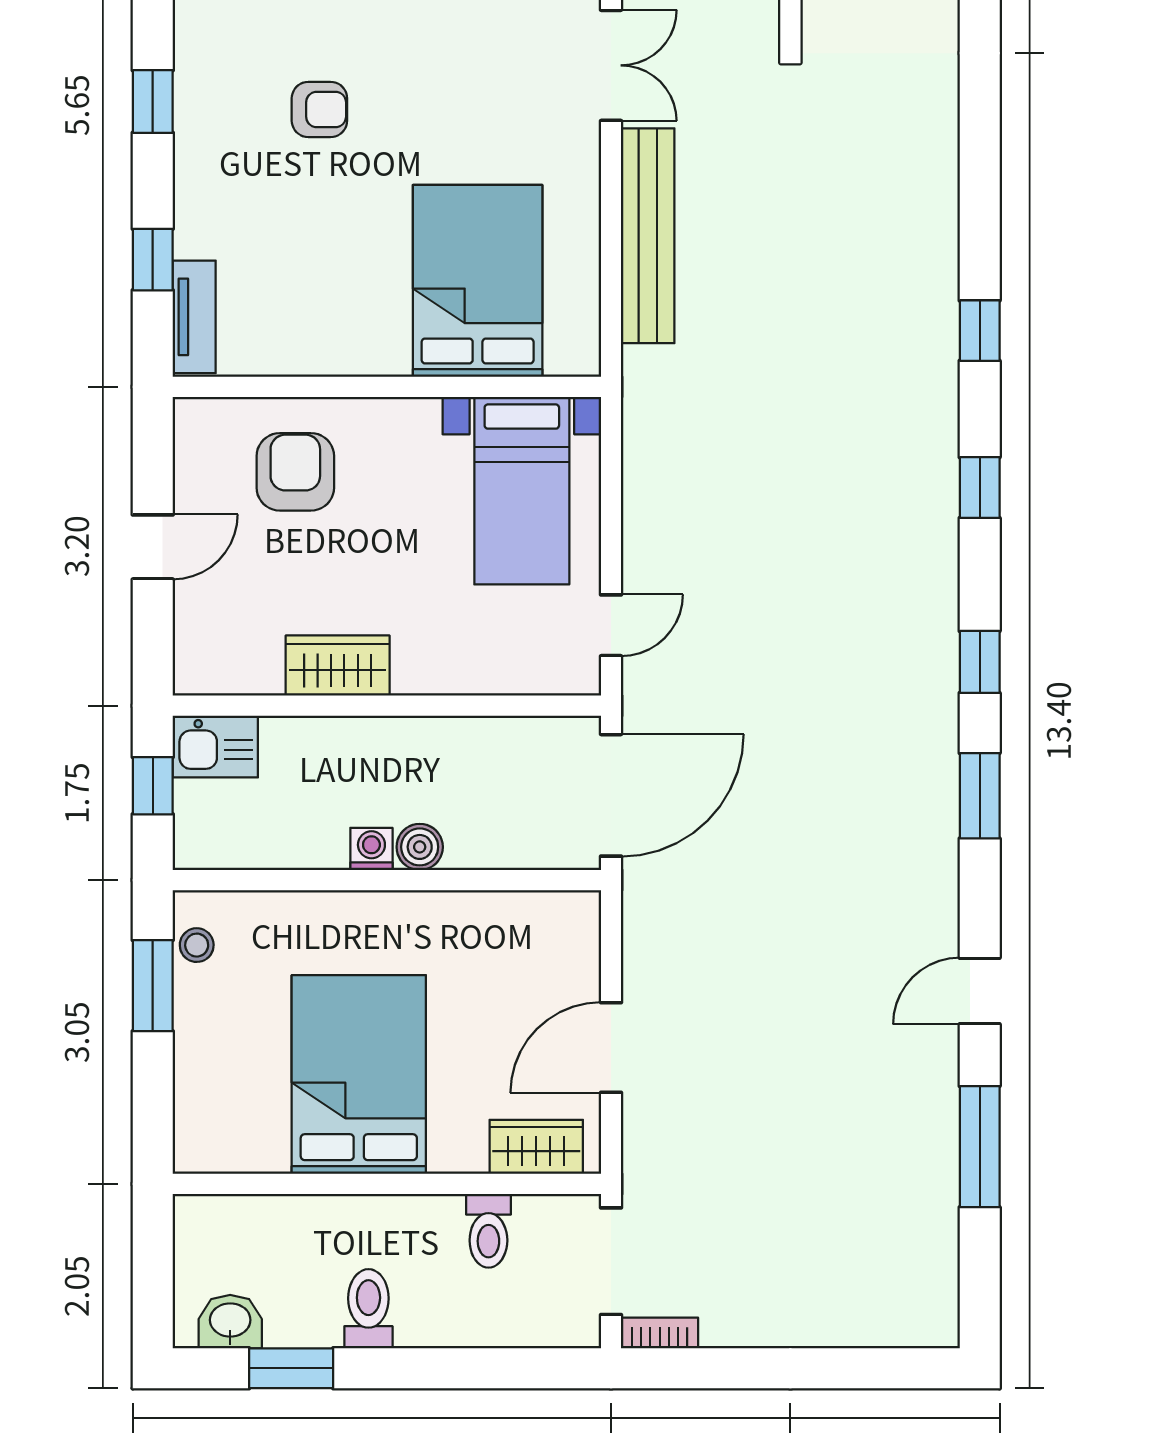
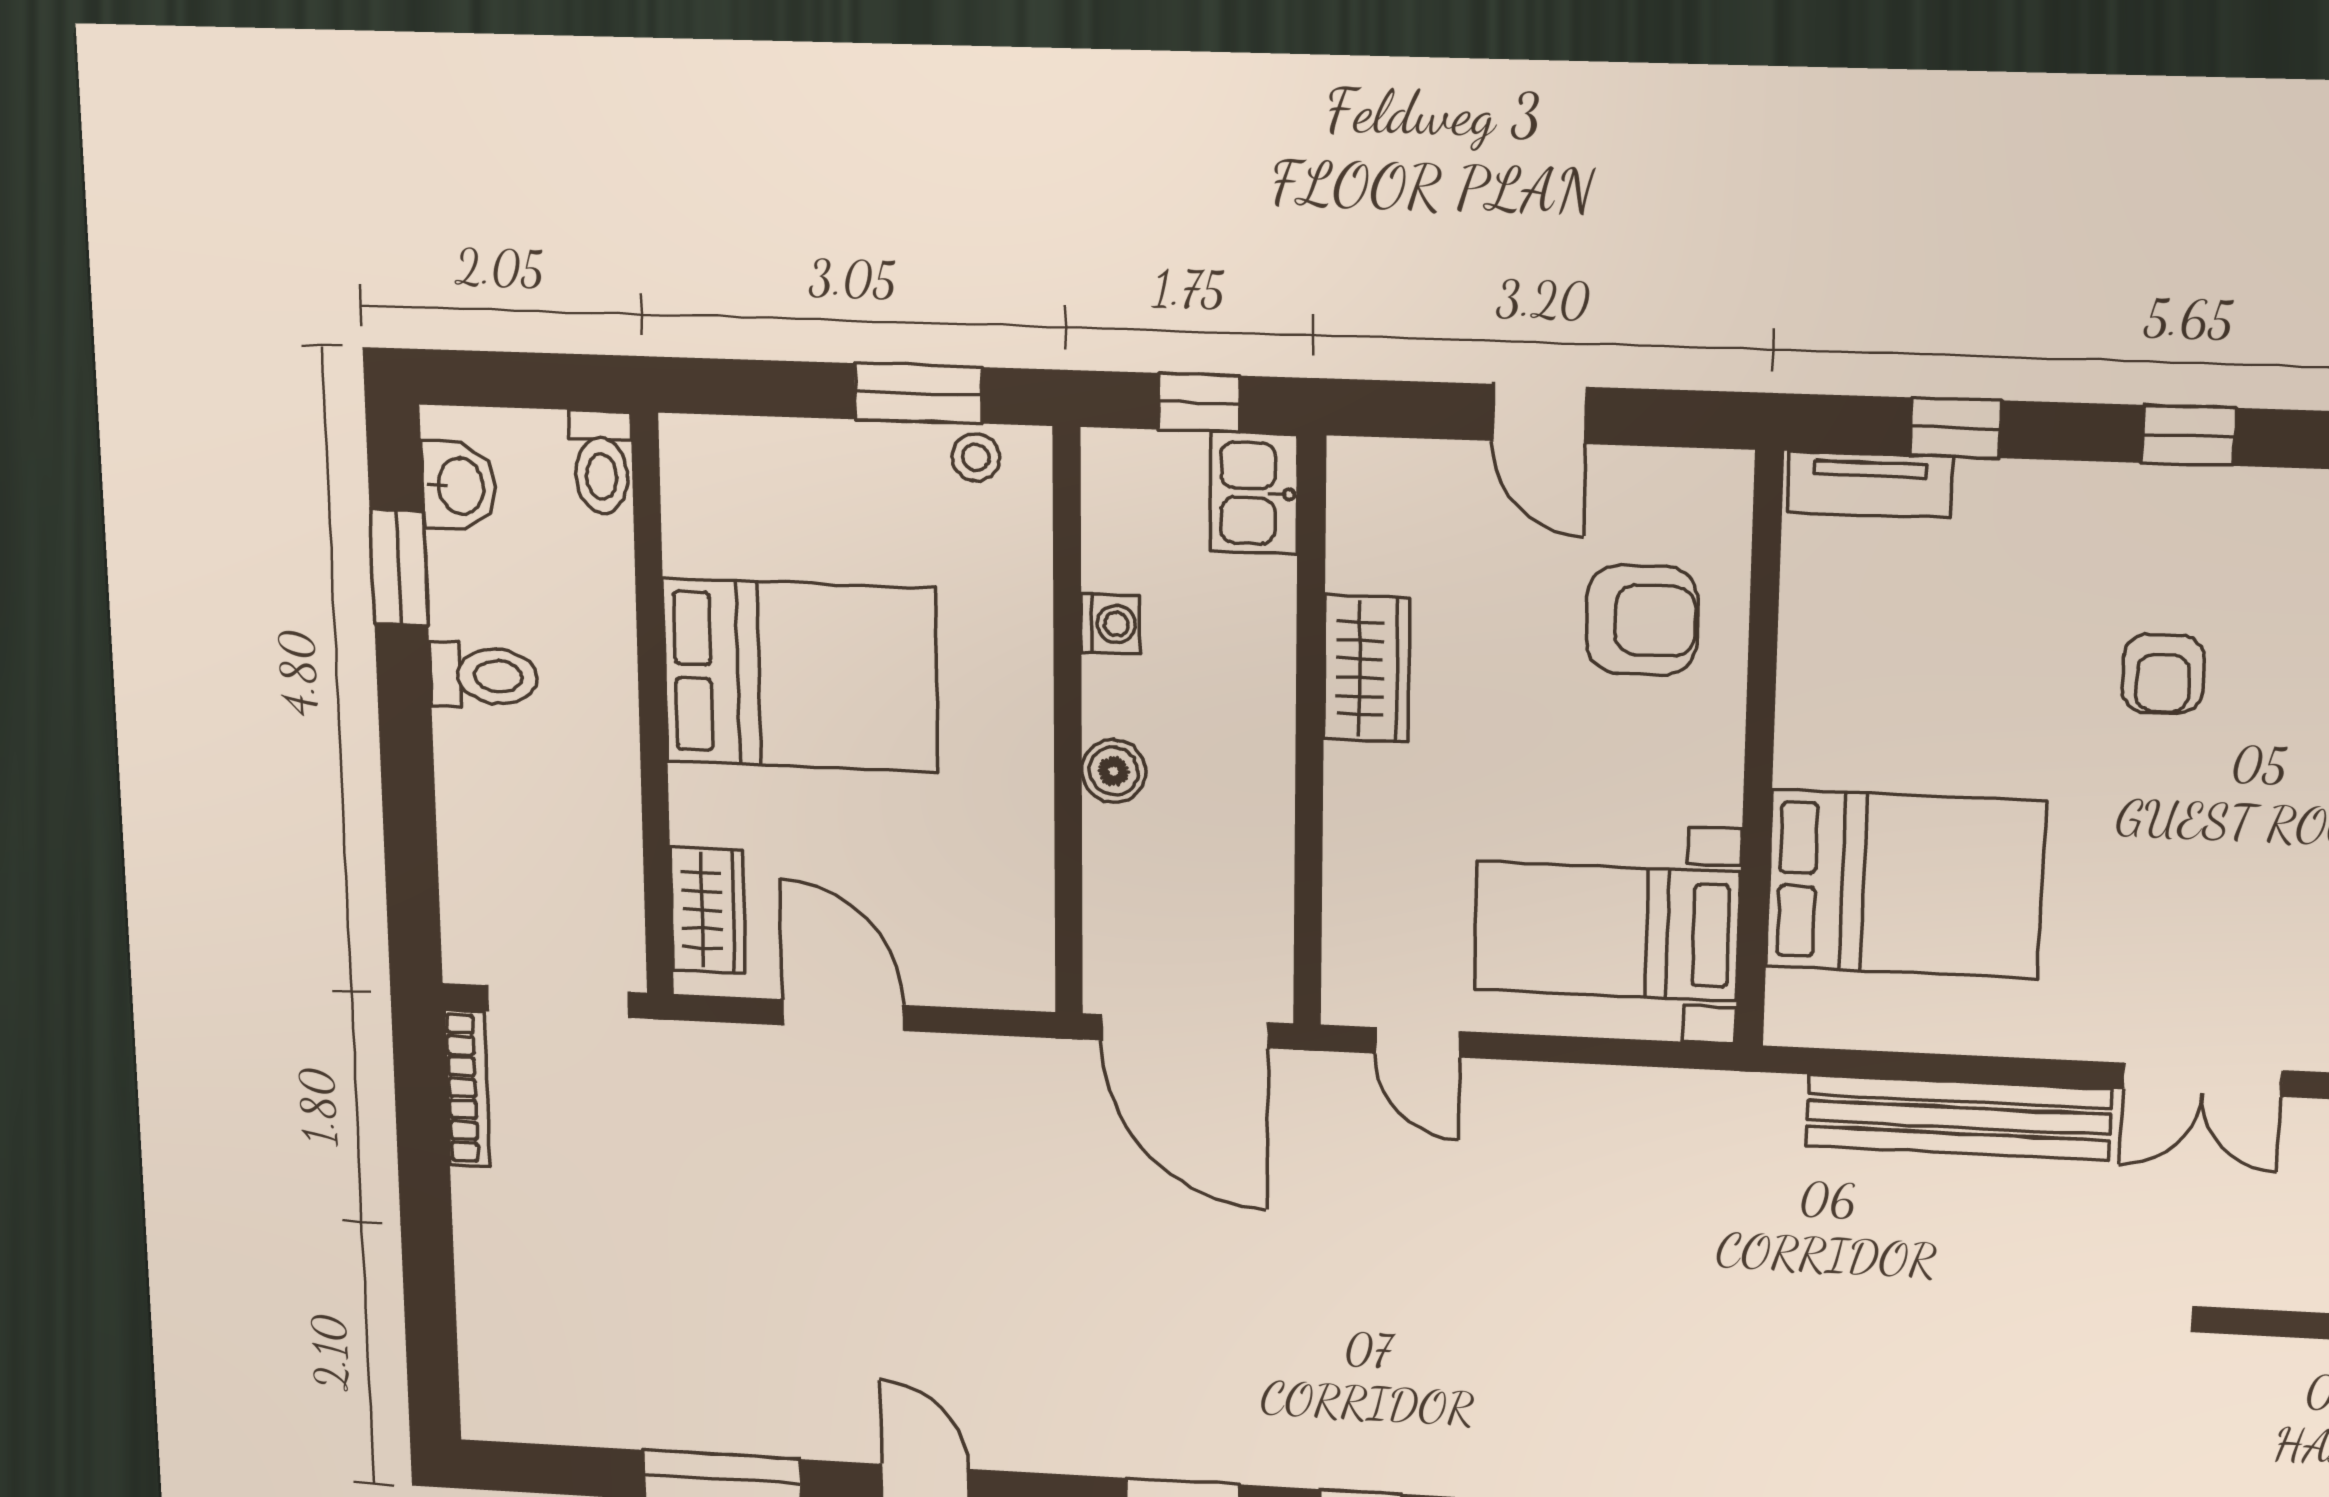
washing machine: (371, 849) -> (1110, 624), moved
toilet: (488, 1231) -> (601, 462), moved, turned -90
bookcase: (660, 1333) -> (467, 1088), width x1.56

